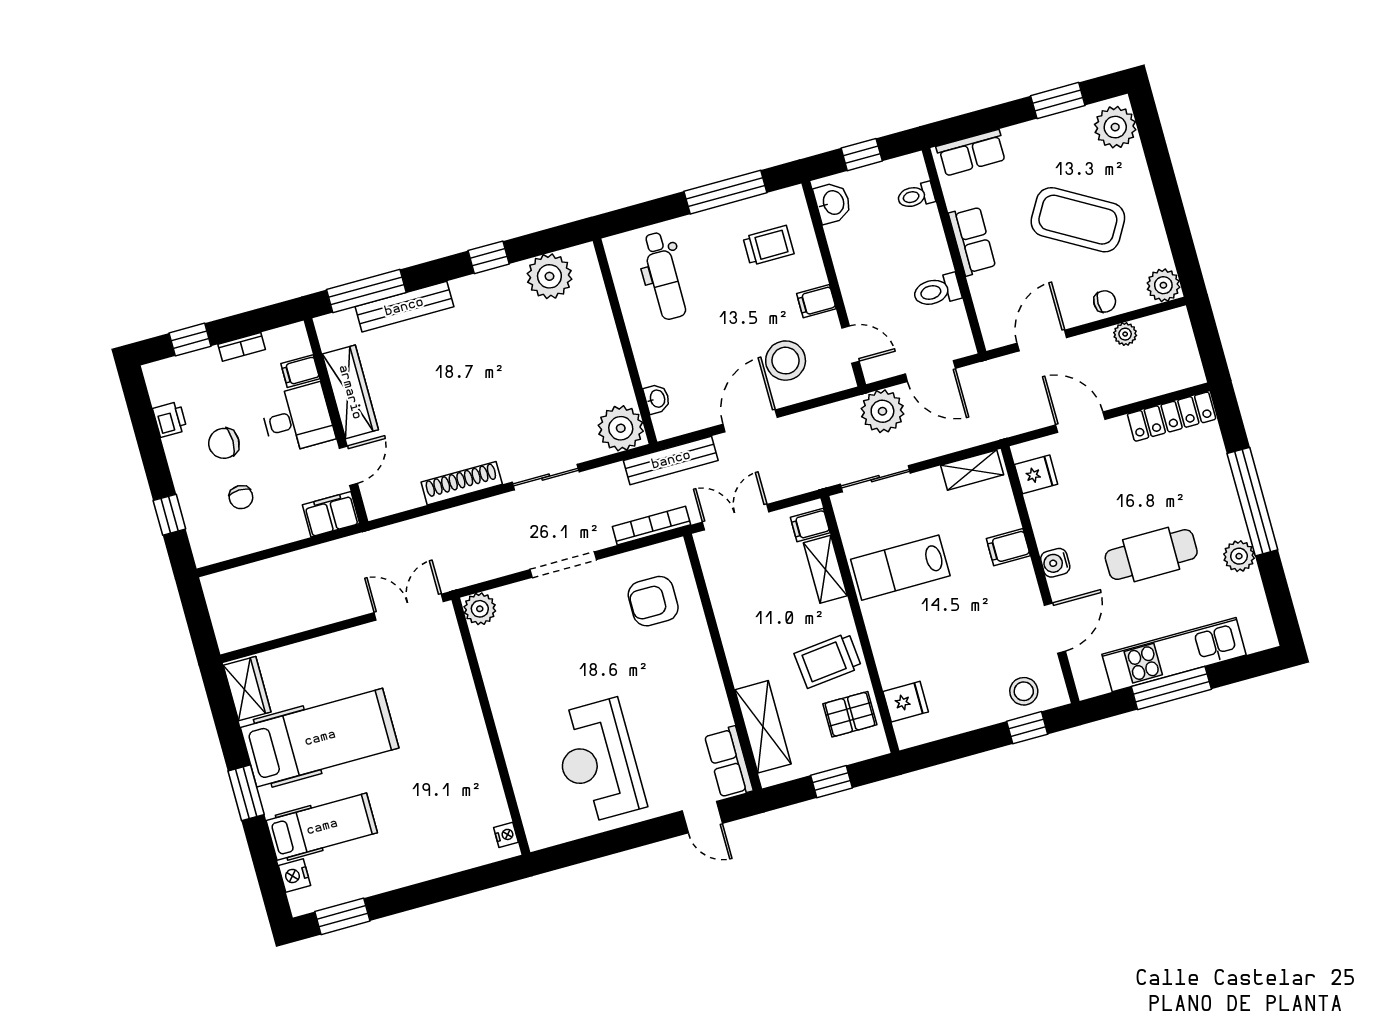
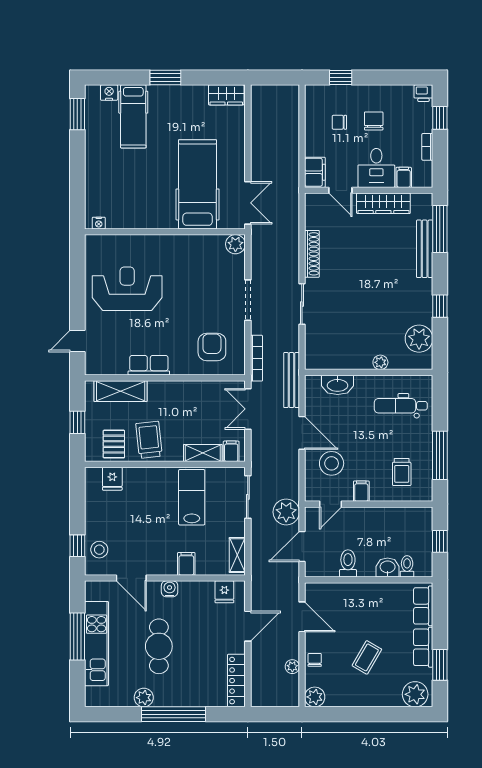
washbasin: (833, 203) -> (388, 567), moved, turned 180
coffee table: (1078, 220) -> (367, 657), width x0.54, depth x0.58
row of seats: (972, 241) -> (423, 647), moved, turned 90
chair: (1105, 301) -> (315, 660), turned 180
washbasin: (657, 399) -> (338, 385), width x1.91, depth x1.45
printer: (170, 419) -> (423, 93), moved
plant: (621, 428) -> (380, 362), moved, width x0.53, depth x0.53
double door: (736, 517) -> (248, 409), swing flipped
hospital bed: (320, 738) -> (198, 184), moved, turned 180
row of seats: (729, 762) -> (149, 365), moved

